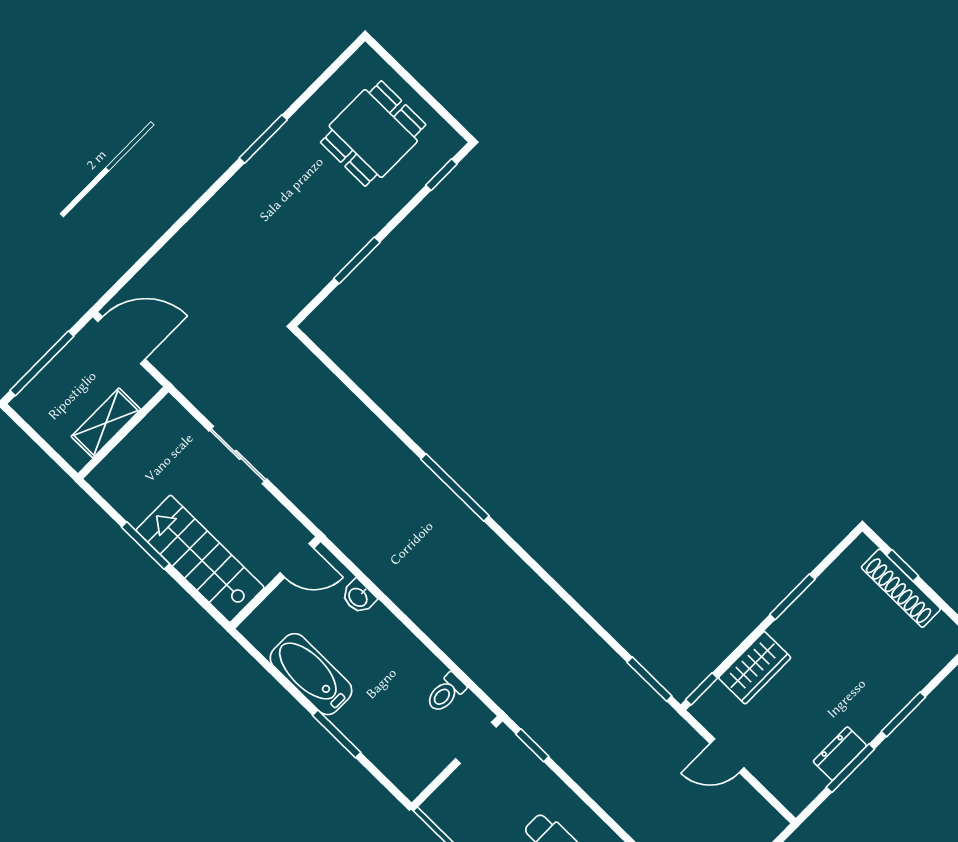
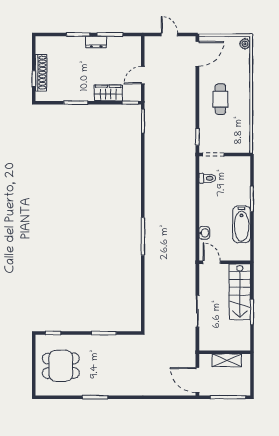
dresser: (840, 754) -> (96, 42), moved
door: (727, 756) -> (143, 75), swing flipped

